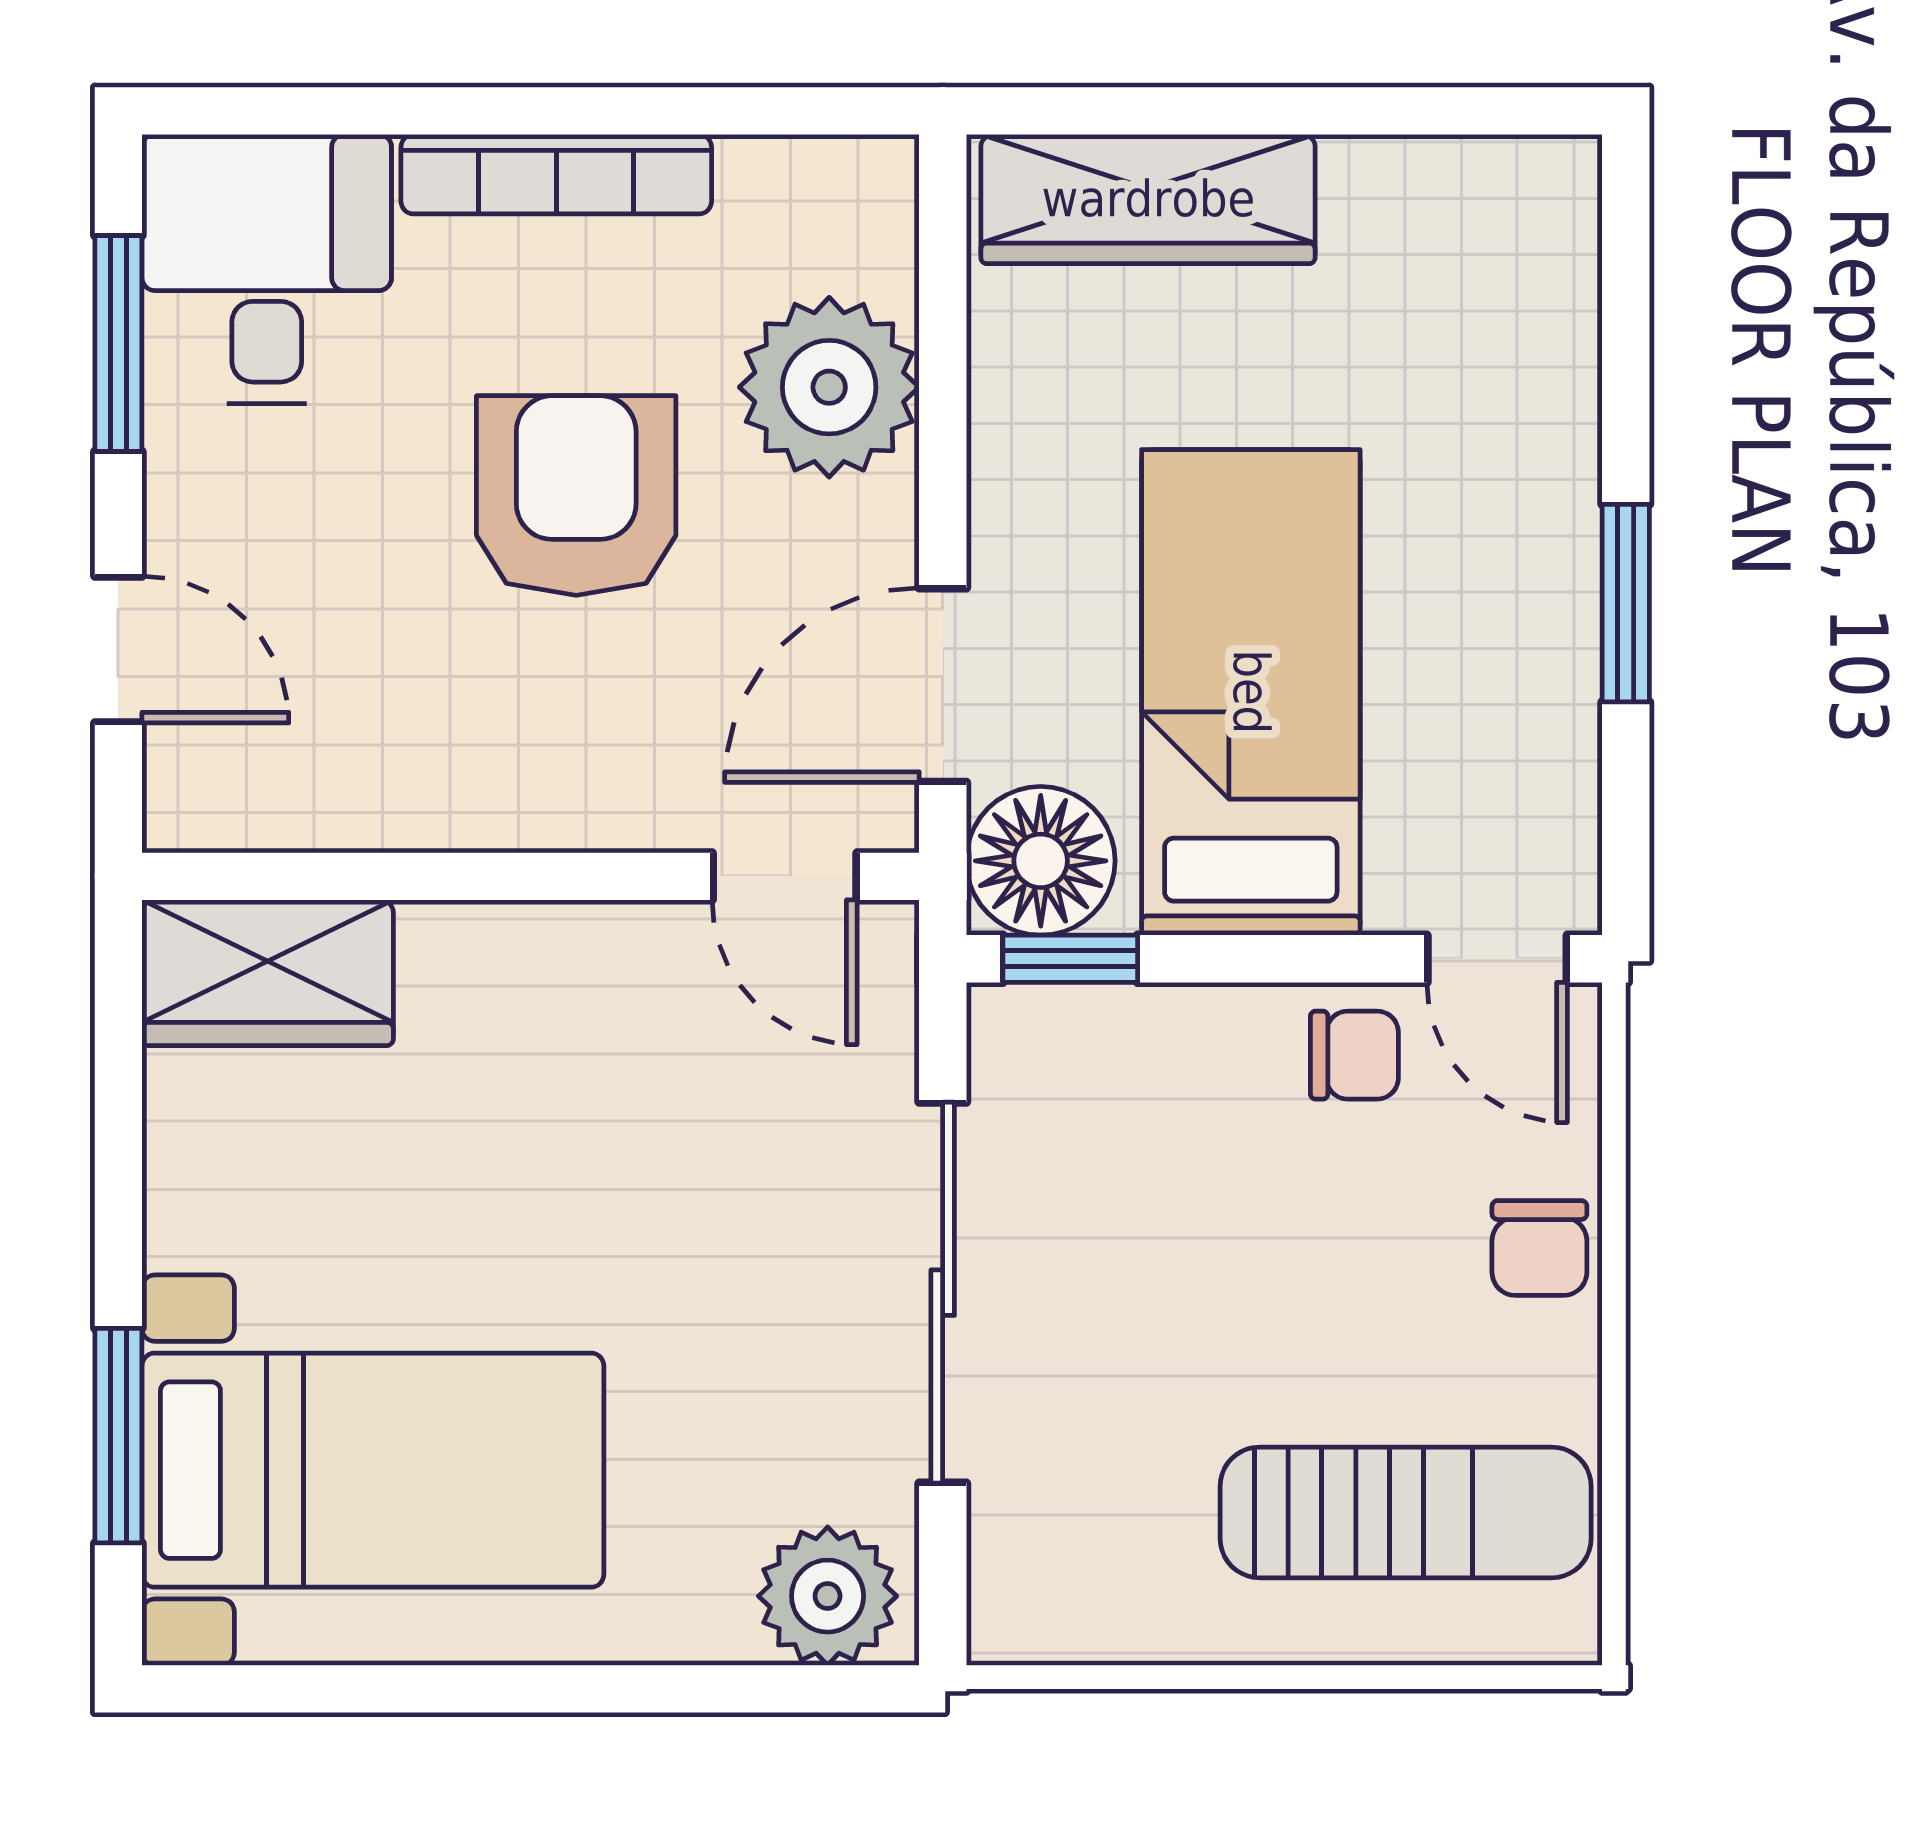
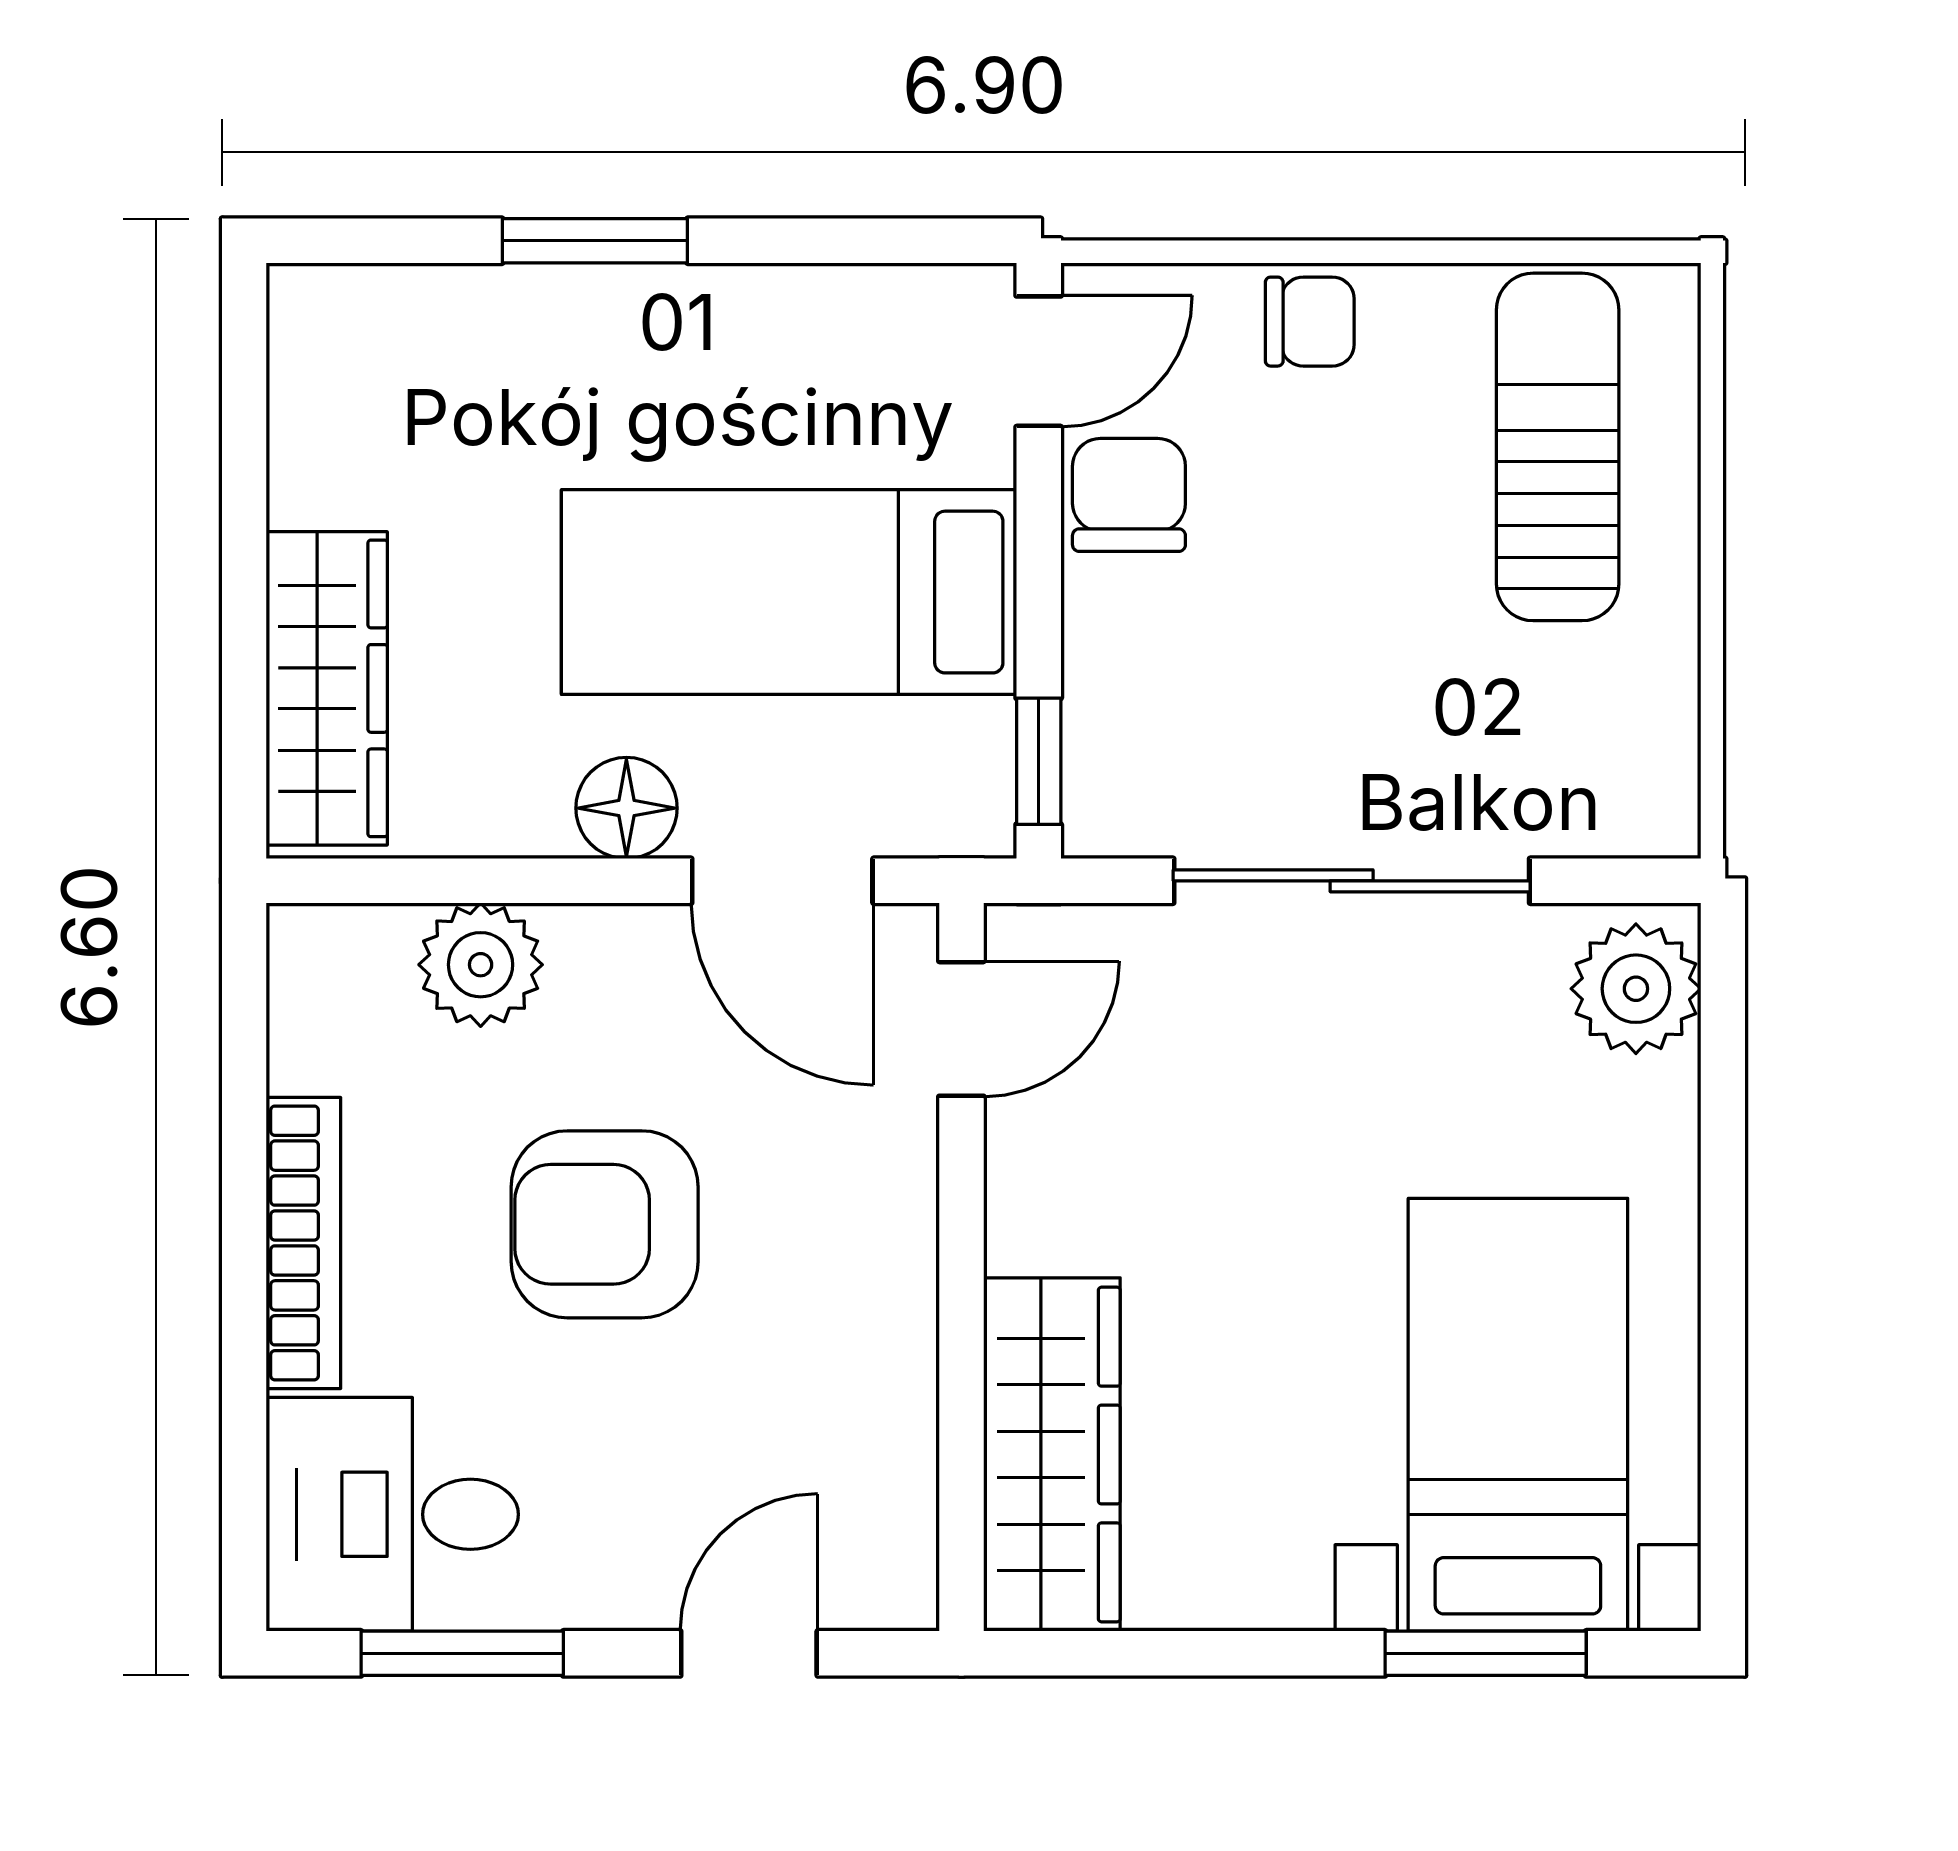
plant: (829, 387) -> (481, 965), width x0.73, depth x0.73
window: (1626, 603) -> (595, 241), moved
floor lamp: (1041, 861) -> (626, 808), moved, width x0.73, depth x0.73
wardrobe: (268, 973) -> (1052, 1455), width x1.50
chair: (1354, 1055) -> (1129, 495), width x1.37, depth x1.37

